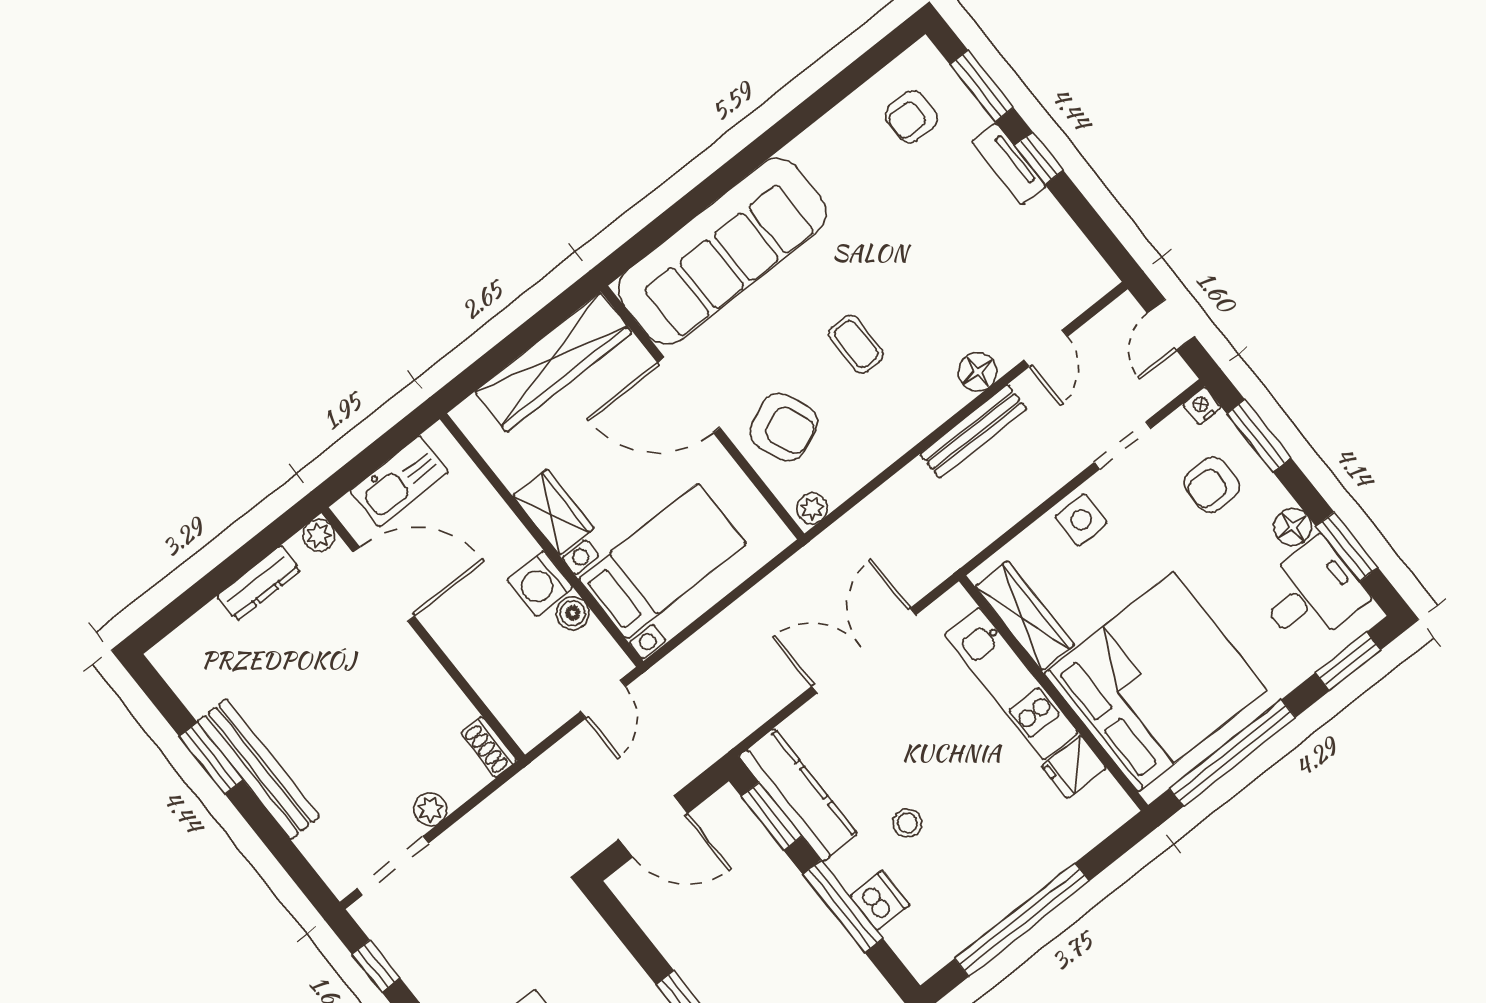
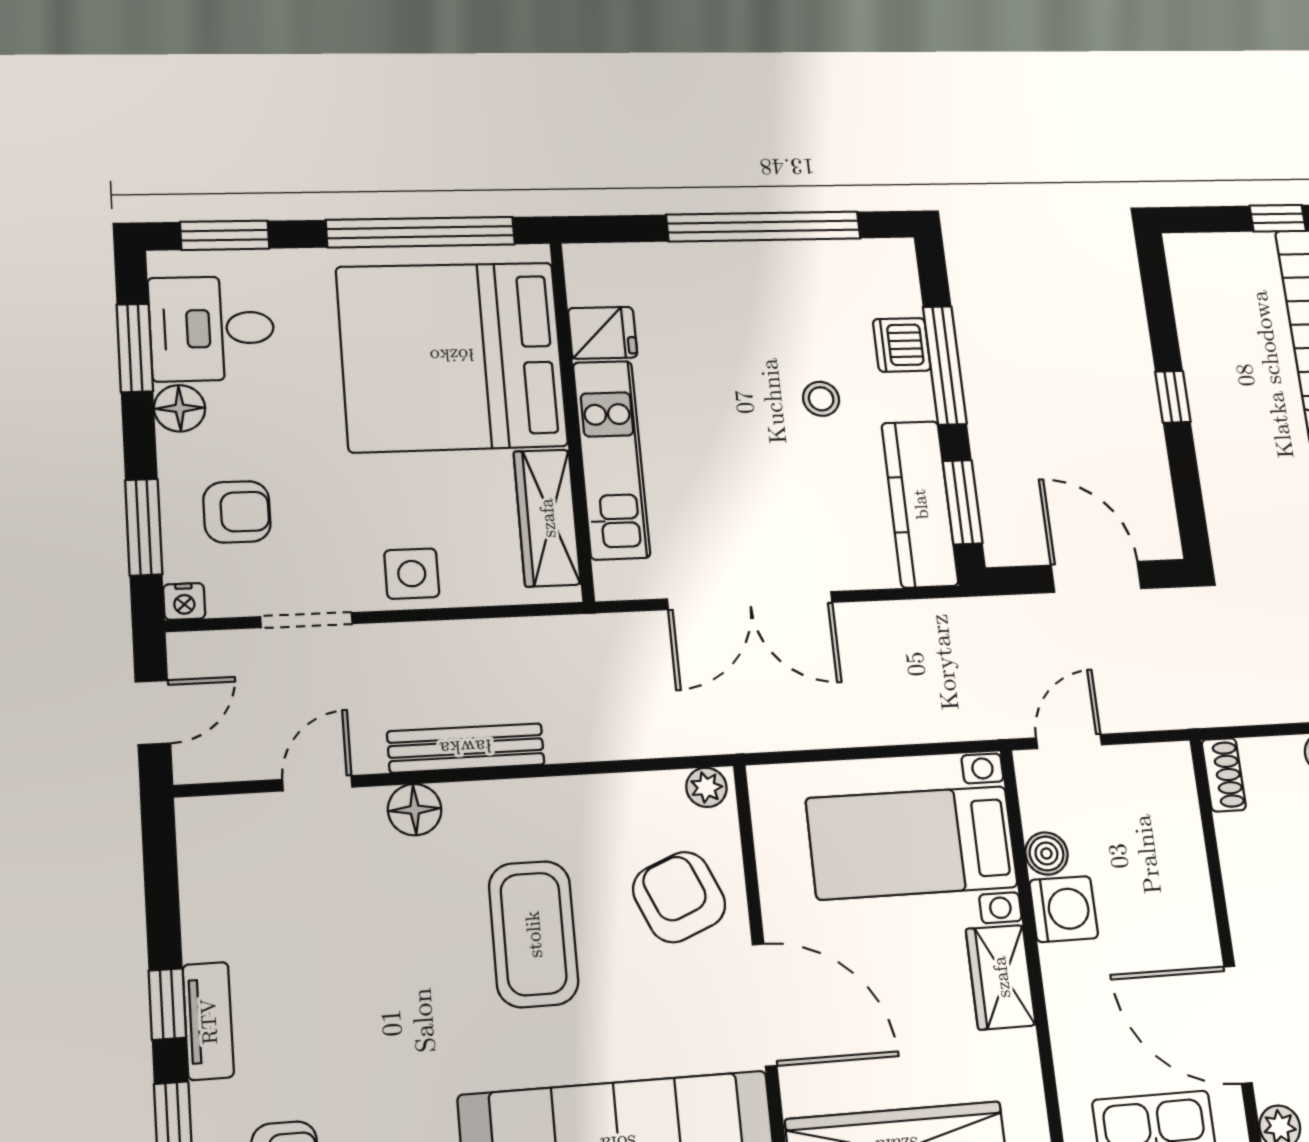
coffee table: (856, 344) -> (533, 934), width x1.86, depth x1.72

